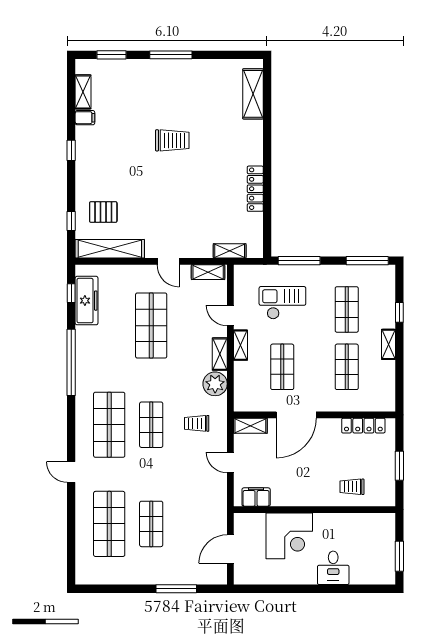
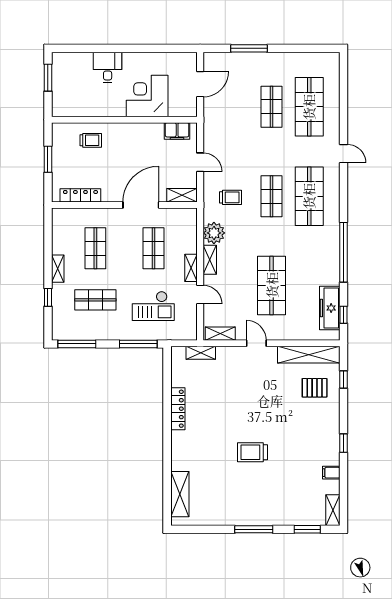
shelving: (83, 92) -> (333, 510), moved
shop shelf: (347, 309) -> (95, 300), turned 90

